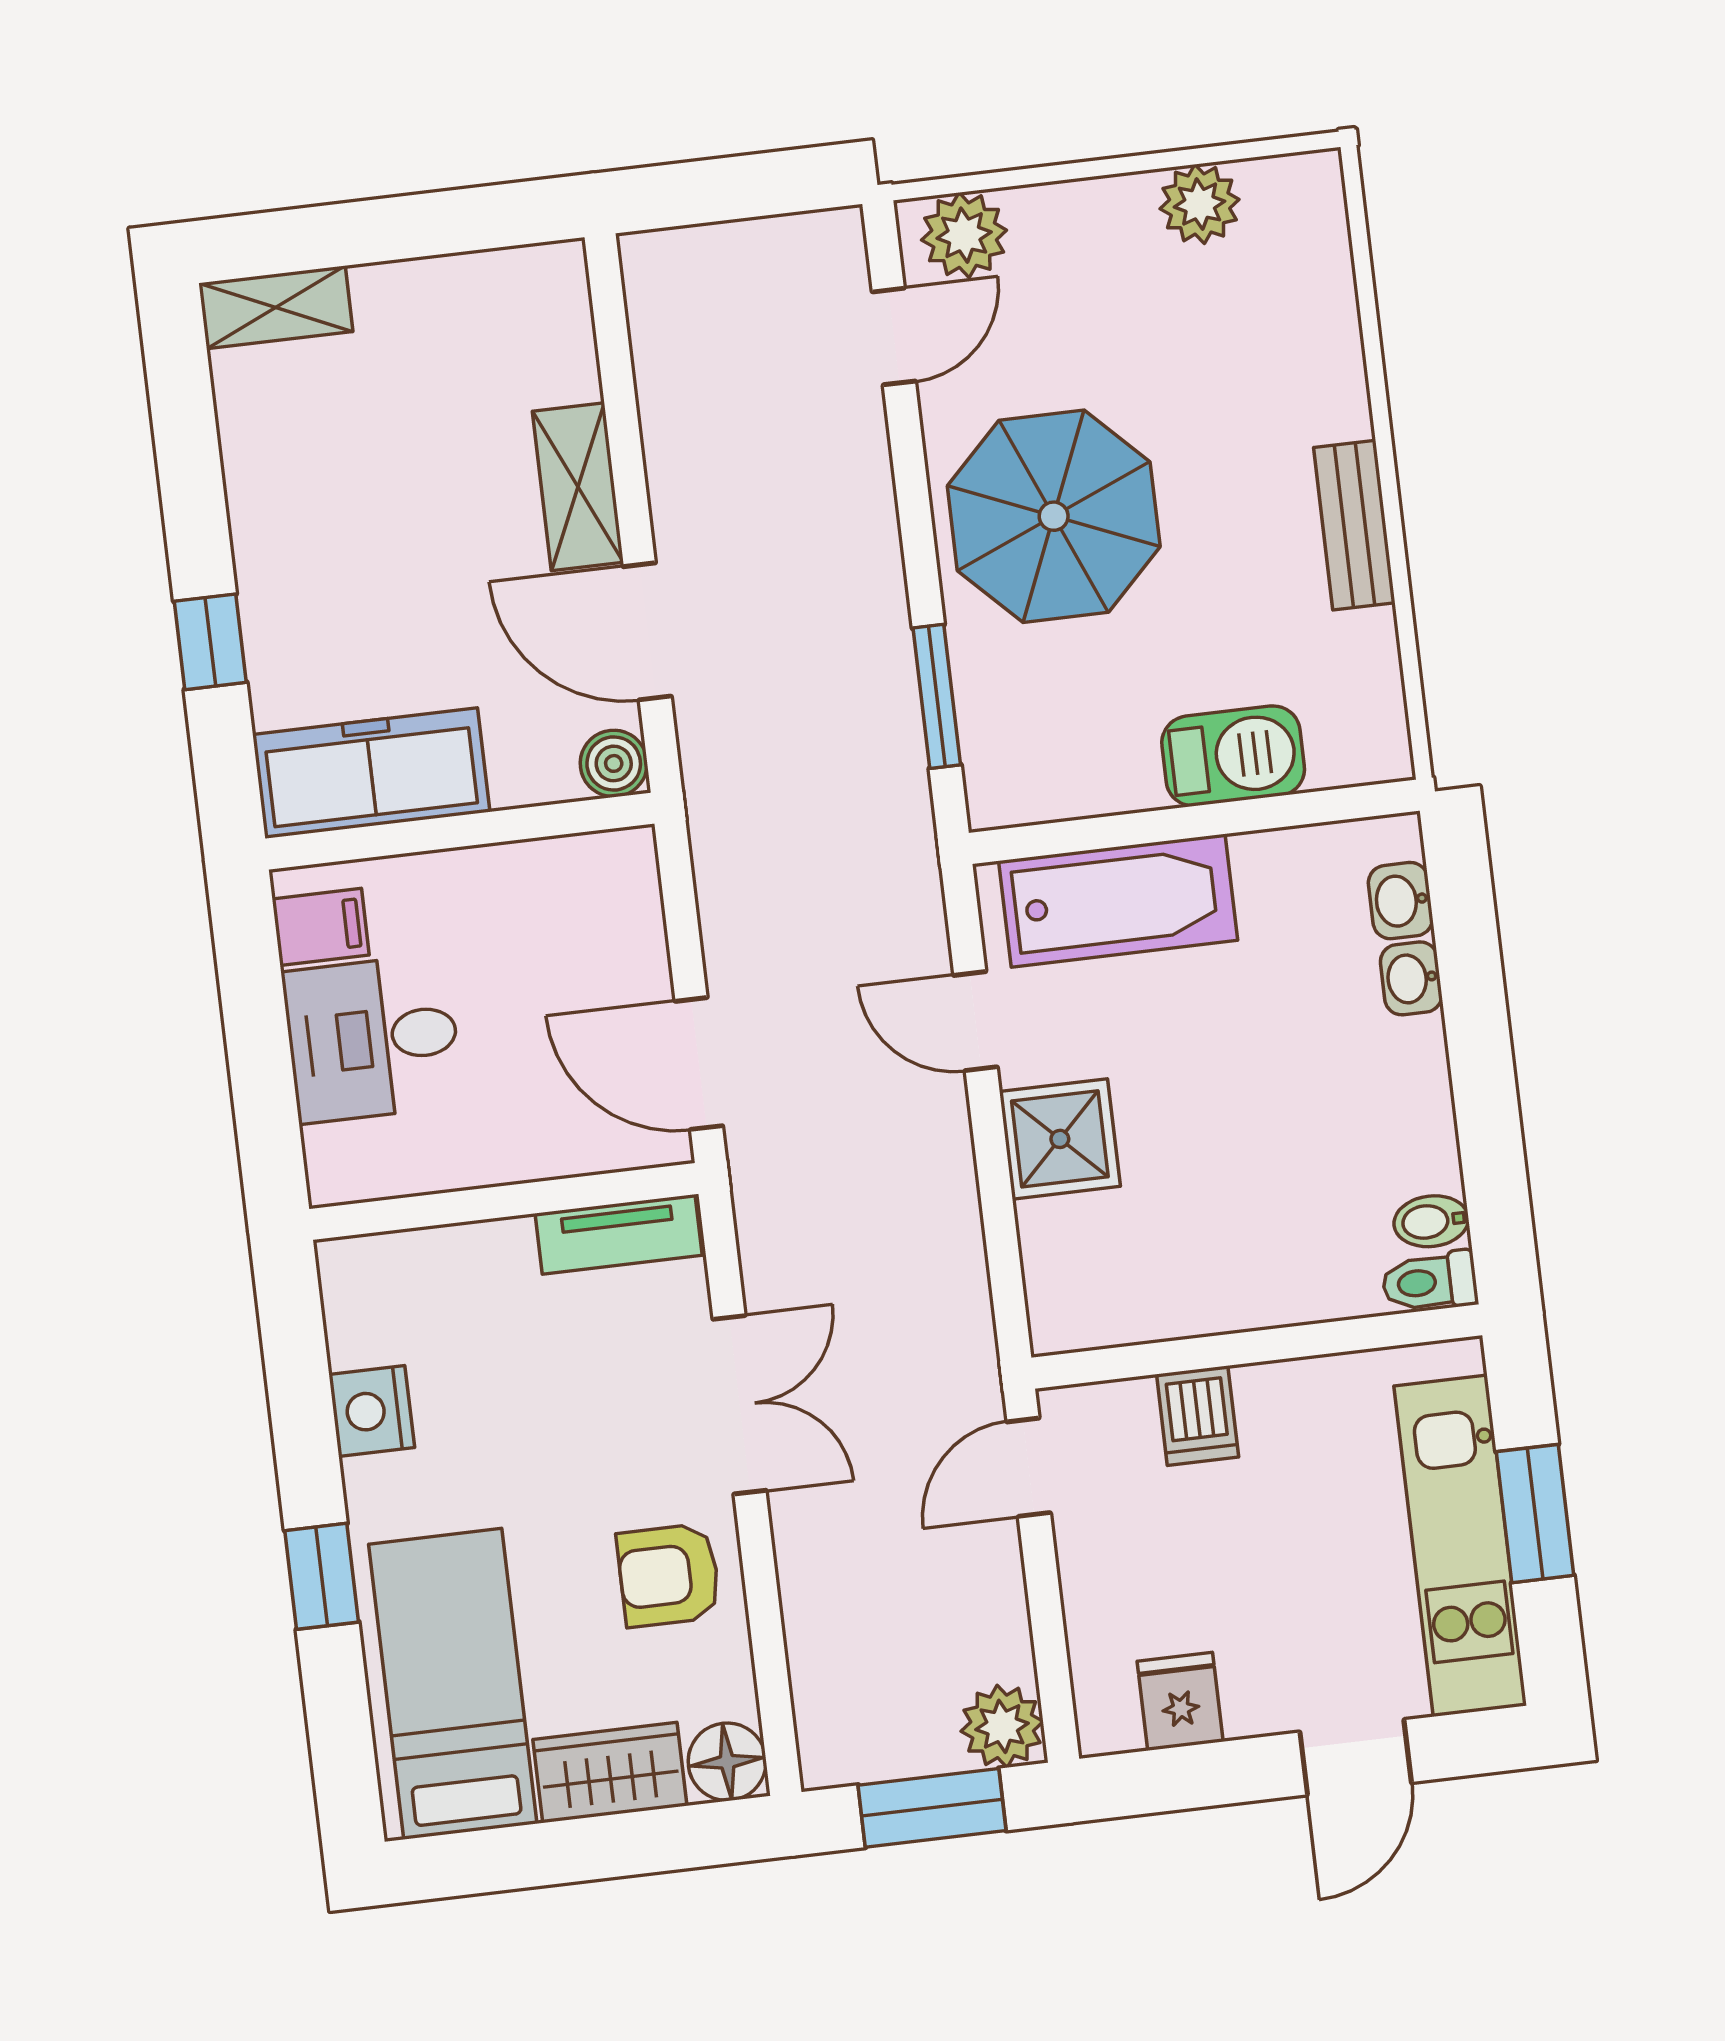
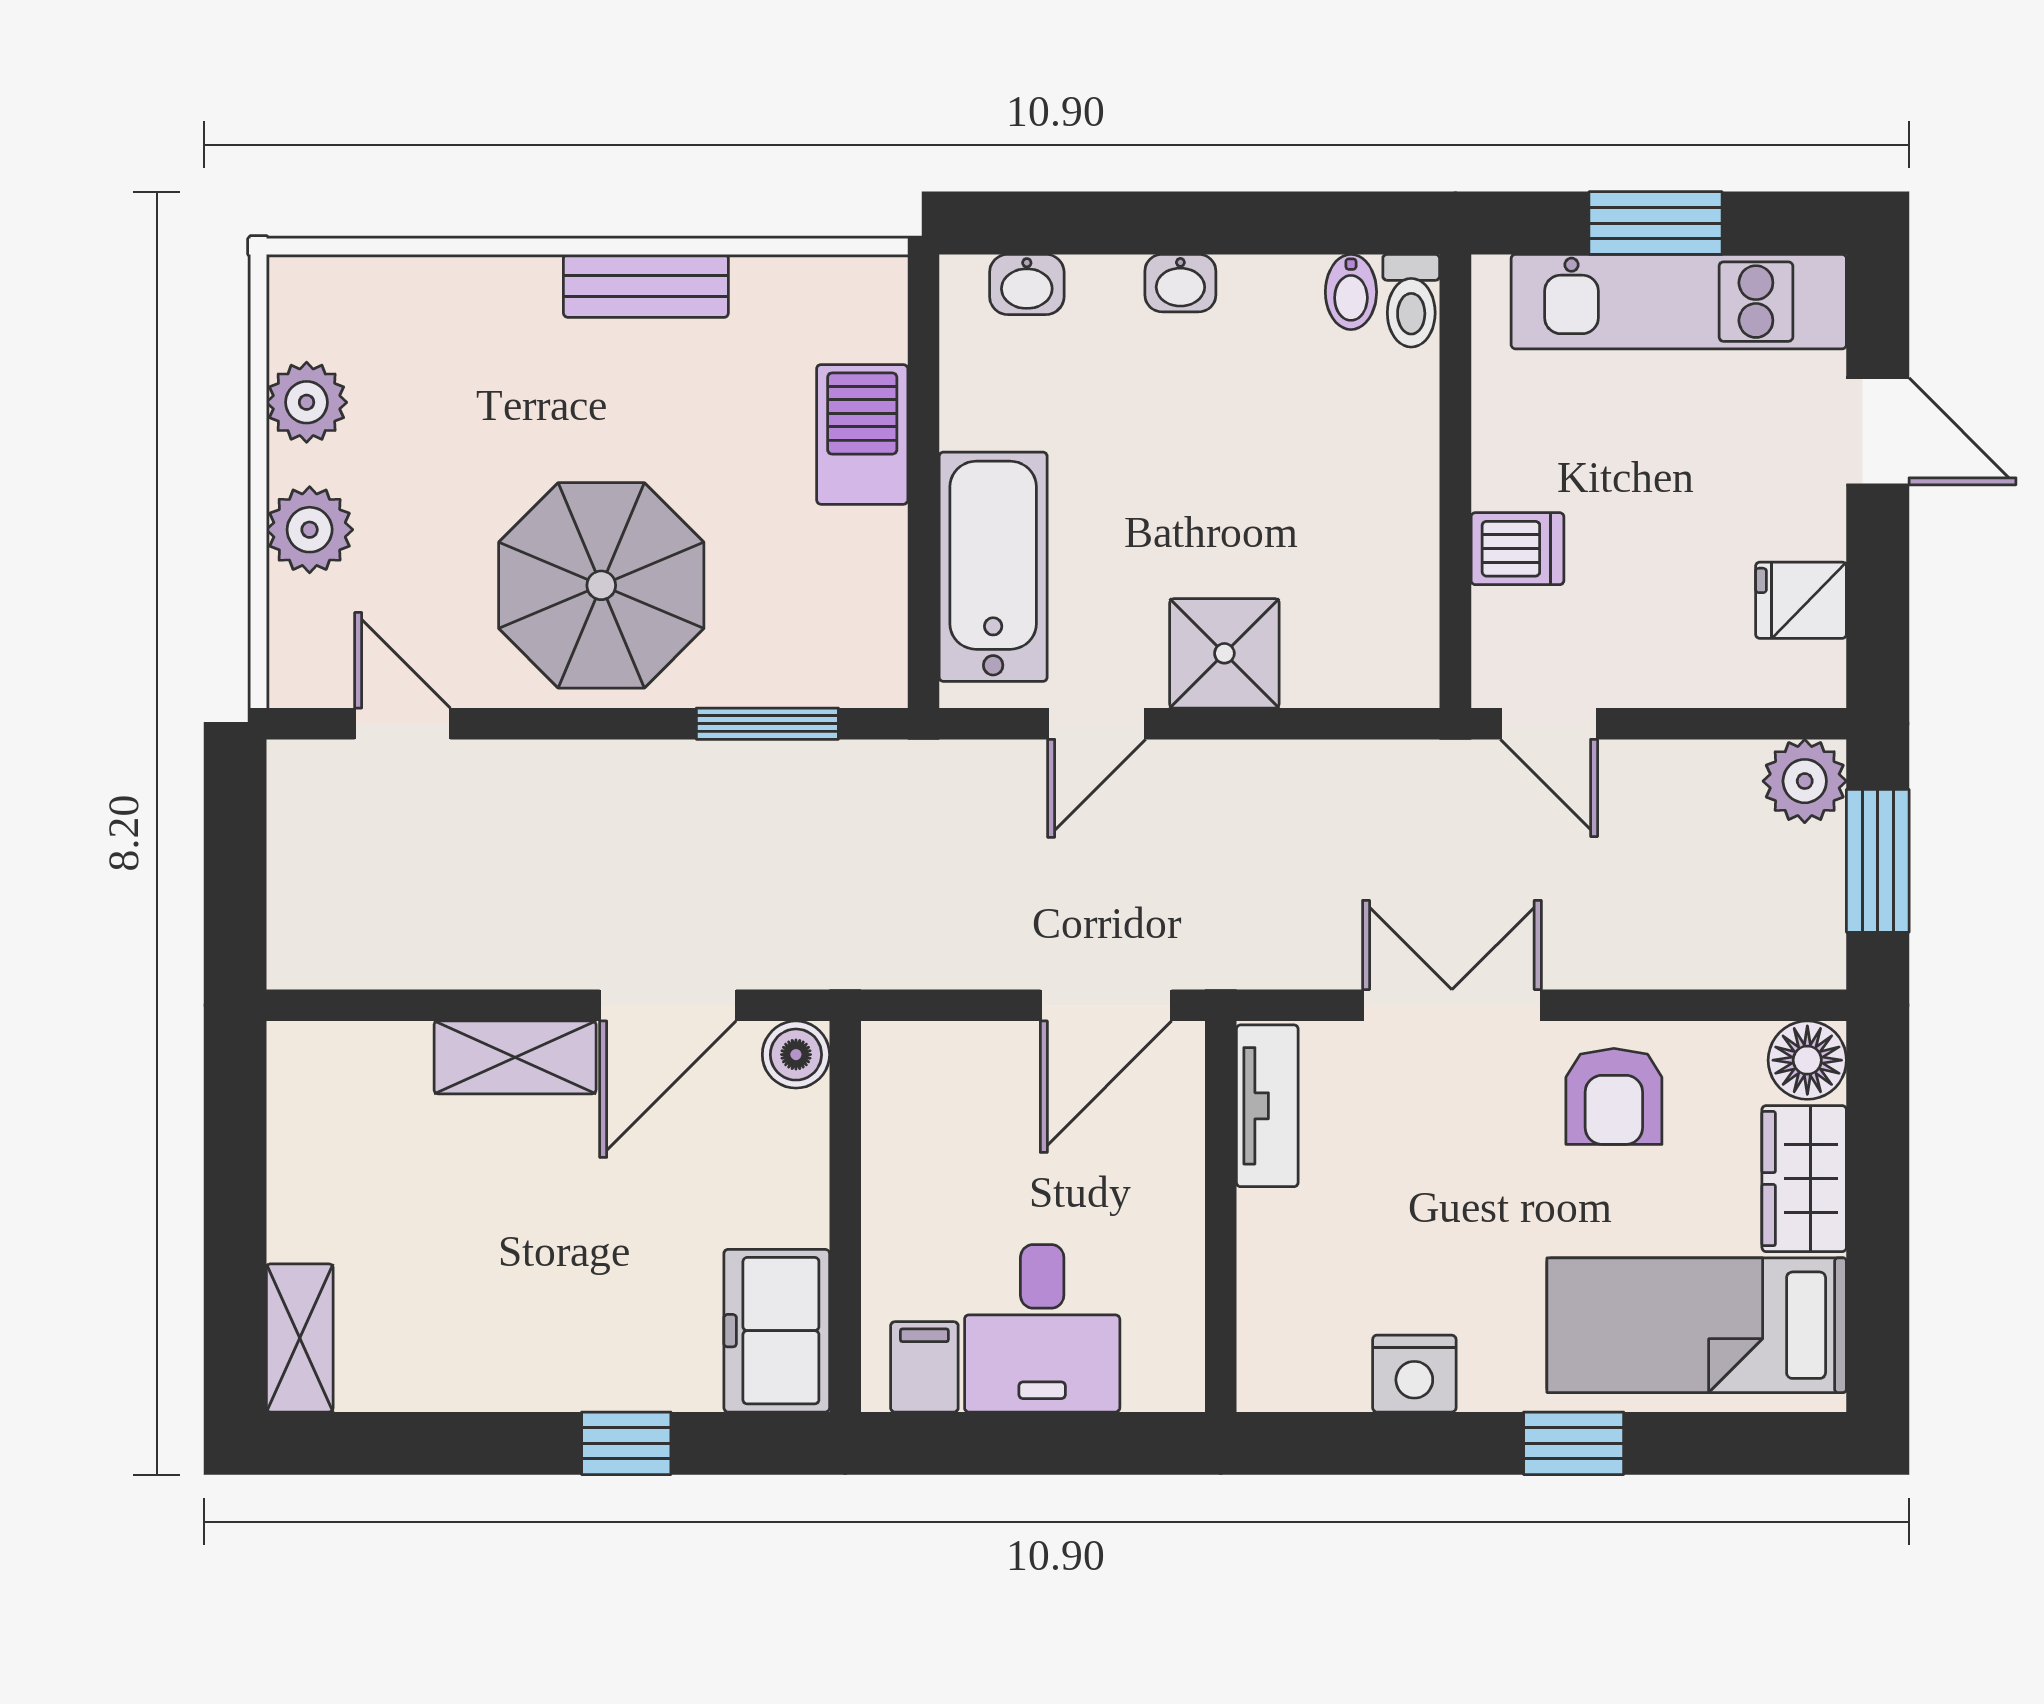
plant: (964, 235) -> (310, 530), moved
freezer: (371, 773) -> (777, 1331), width x0.71
washbasin: (1411, 978) -> (1180, 283), moved

